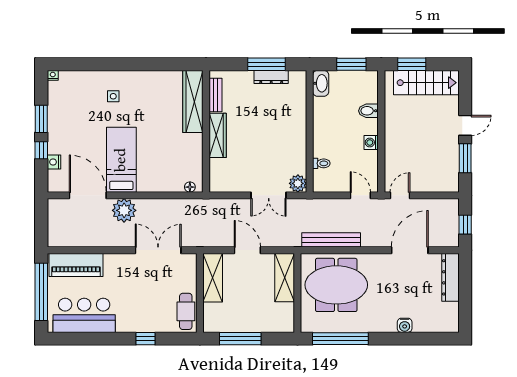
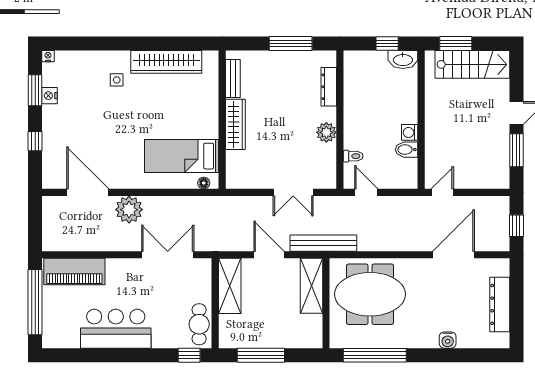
window: (351, 64) -> (387, 44), width x0.67
dresser: (271, 77) -> (329, 87), moved, turned 90
washbasin: (321, 83) -> (403, 59), moved, turned 90
wardrobe: (193, 101) -> (166, 62), moved, turned -90
bidet: (368, 111) -> (407, 150), moved
window: (41, 119) -> (35, 90), moved
bed: (121, 160) -> (182, 156), moved, turned -90
nightstand: (54, 162) -> (50, 96), moved
plant: (298, 183) -> (326, 132), moved
door: (360, 195) -> (366, 192), moved
bench: (331, 240) -> (323, 243), moved
dresser: (450, 277) -> (500, 304), moved
bar counter: (84, 315) -> (116, 329), moved
window: (145, 339) -> (189, 355), moved

